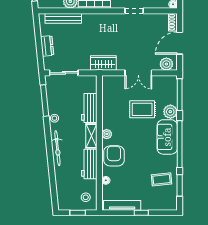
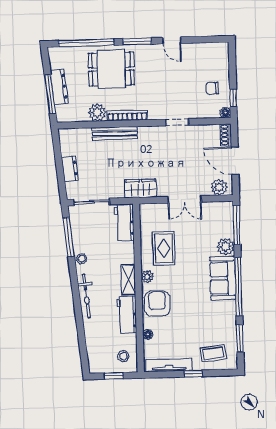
bench: (63, 18) -> (115, 133), moved
door: (180, 43) -> (235, 161), hinge flipped
workbench: (89, 108) -> (124, 222), moved
rug: (142, 109) -> (164, 248), moved, turned 90
coffee table: (162, 179) -> (213, 353), moved

